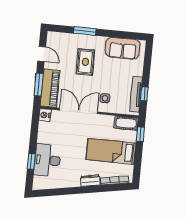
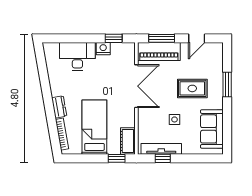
side table: (105, 98) -> (174, 119), moved
nightstand: (45, 115) -> (103, 49), moved
window: (31, 162) -> (114, 38), moved

